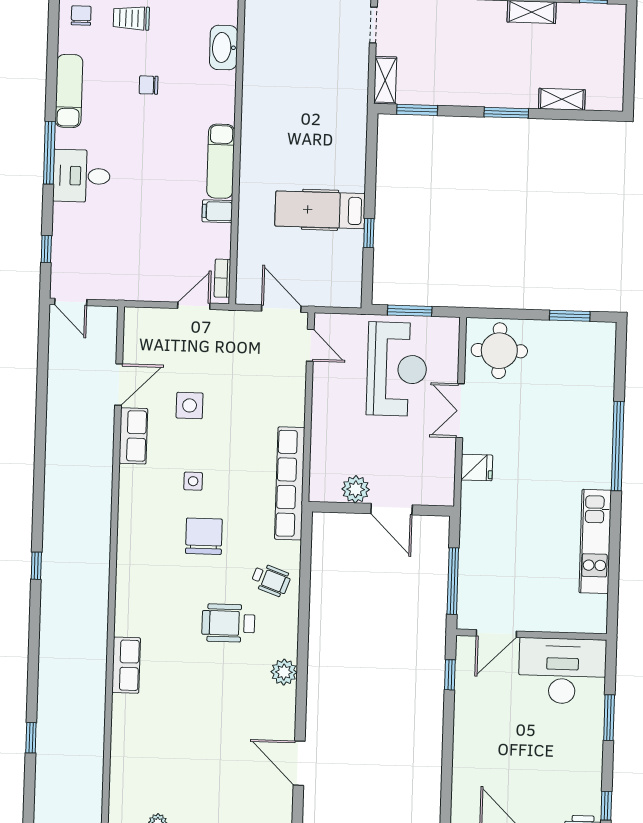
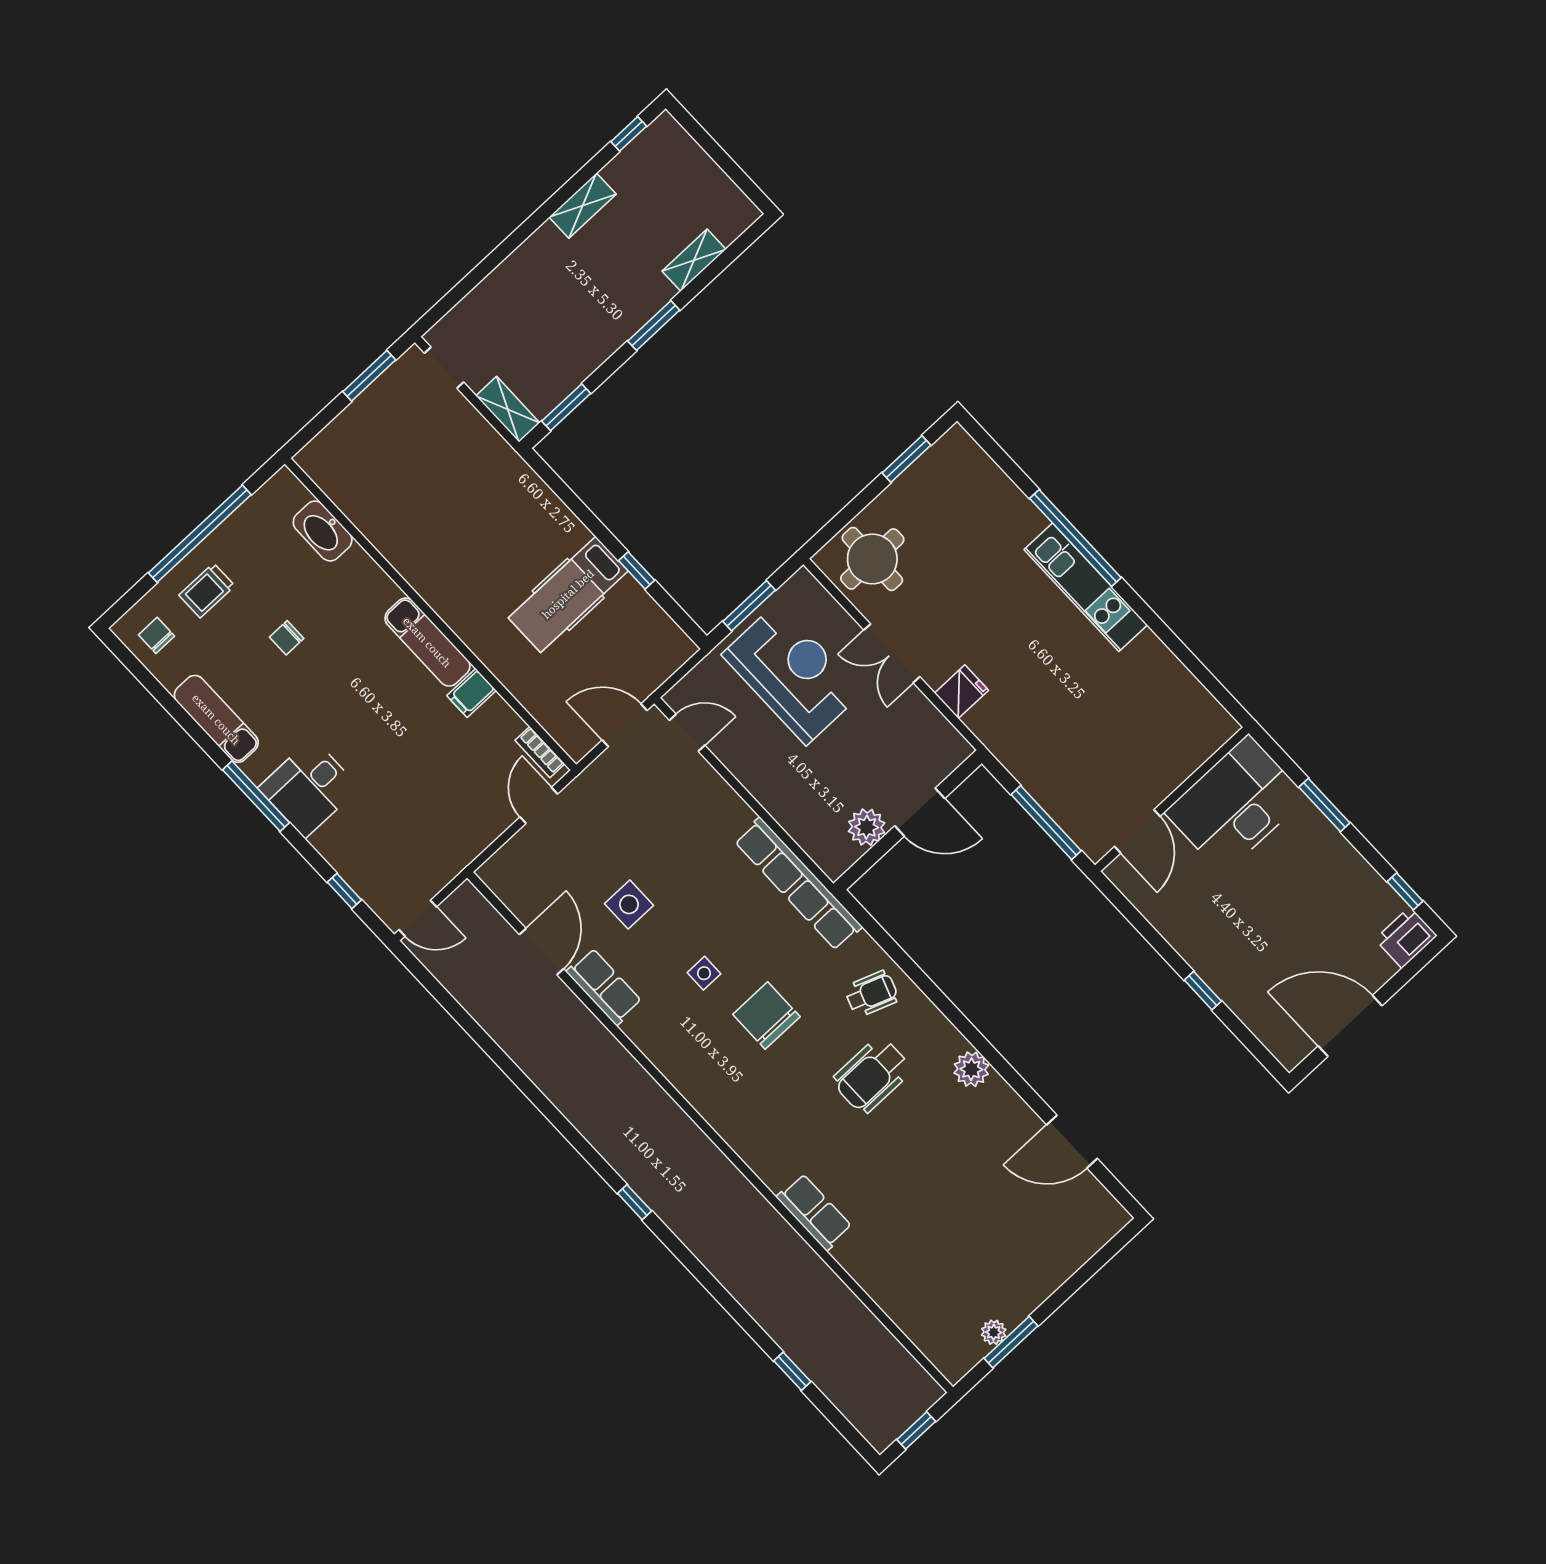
kitchen unit: (595, 541) -> (1086, 587), moved
window: (450, 675) -> (1203, 991), moved

